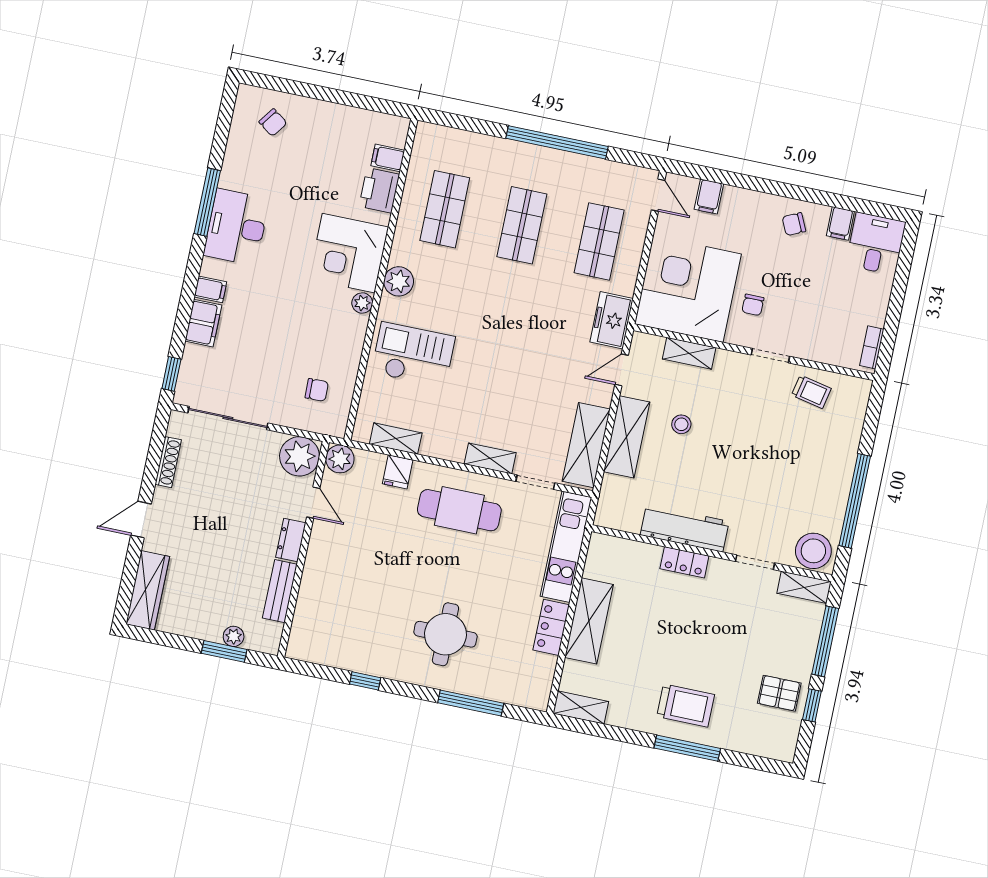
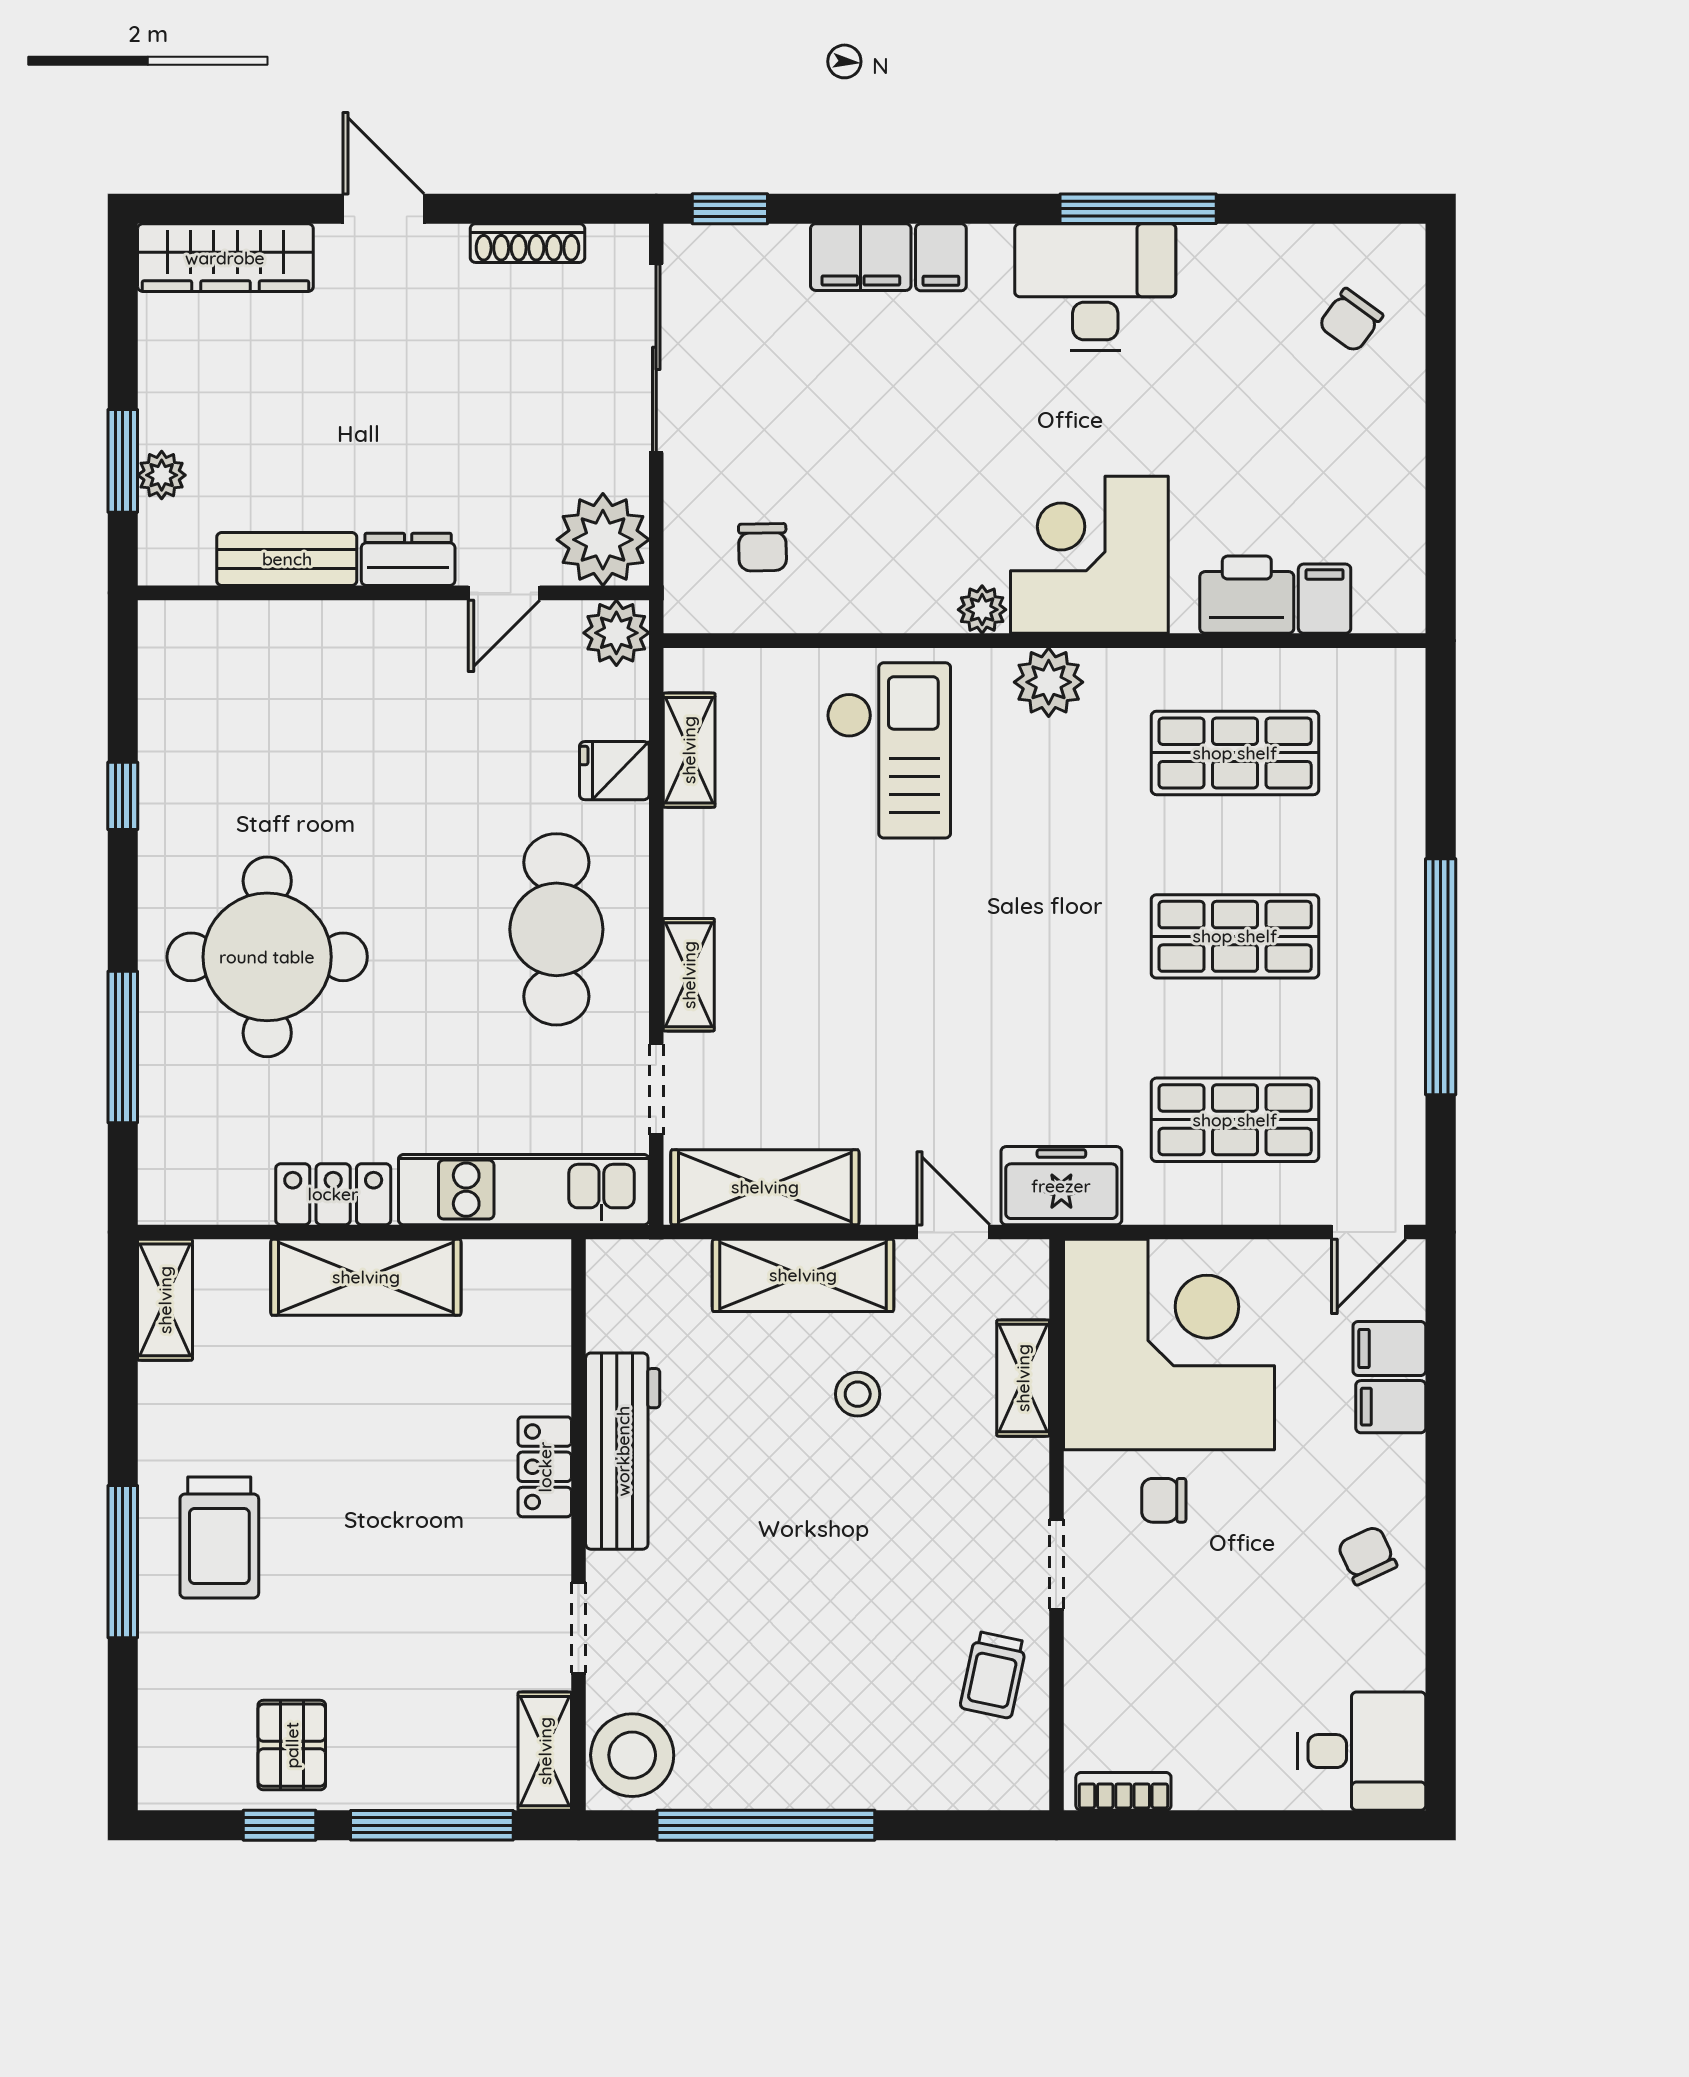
filing cabinet: (840, 223) -> (1391, 1407), moved
round table: (445, 634) -> (267, 957), width x1.36, depth x1.36

